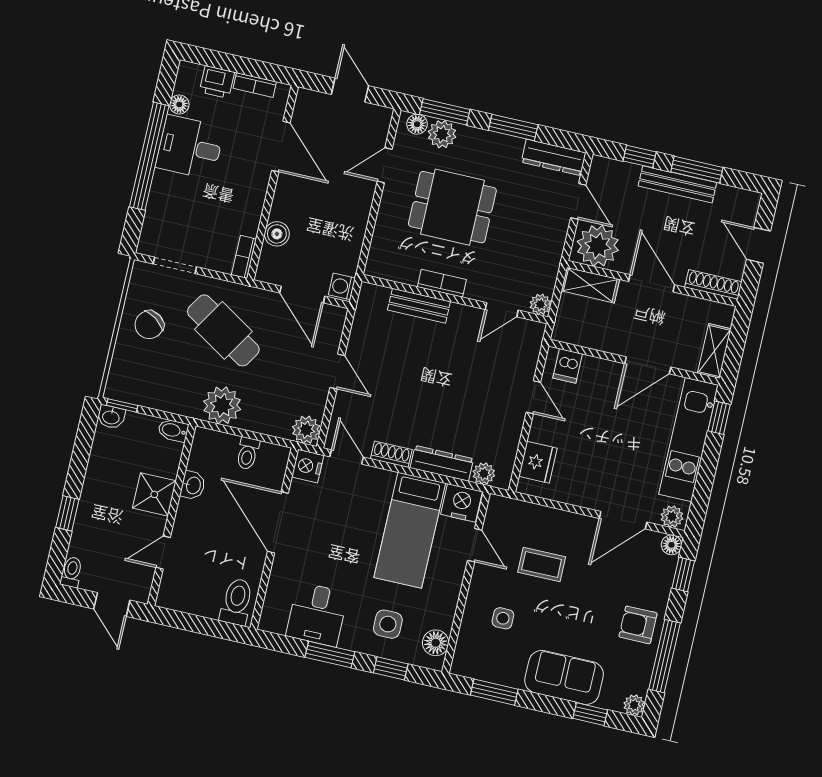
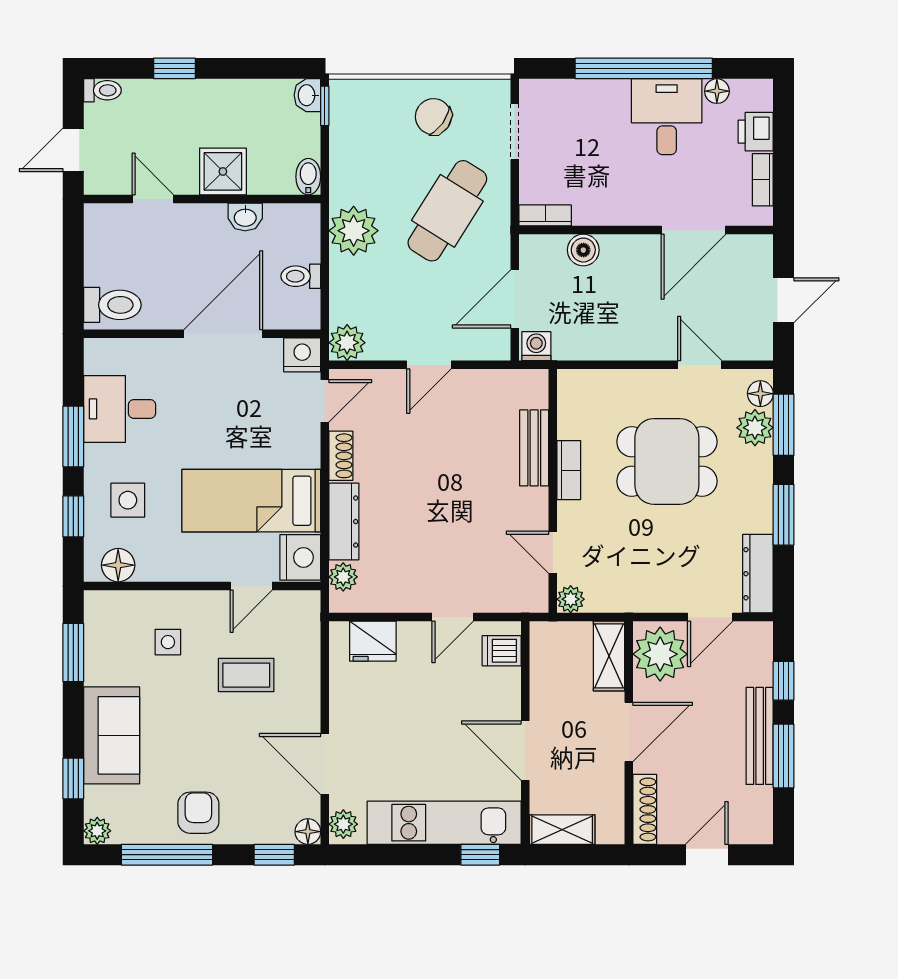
dining table: (452, 207) -> (667, 461), turned 90
coffee table: (542, 564) -> (246, 675), turned 90

